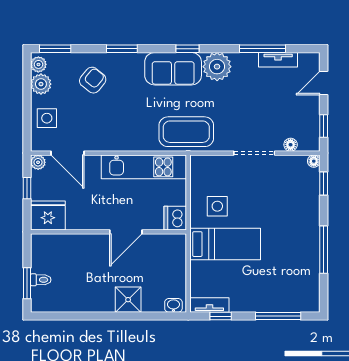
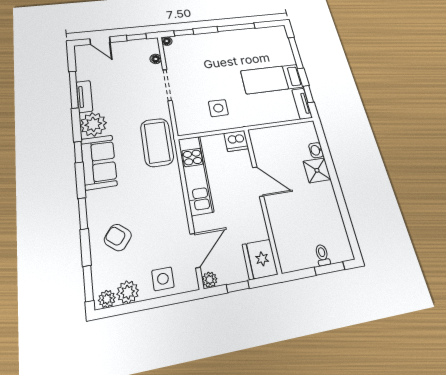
tv unit: (278, 60) -> (84, 96), moved
bed: (225, 244) -> (272, 79), moved, turned -90
washbasin: (173, 305) -> (316, 150), moved

